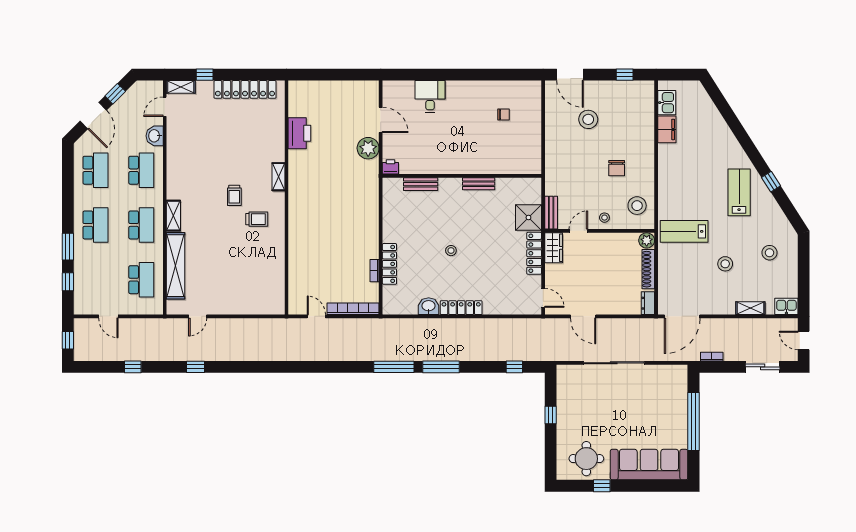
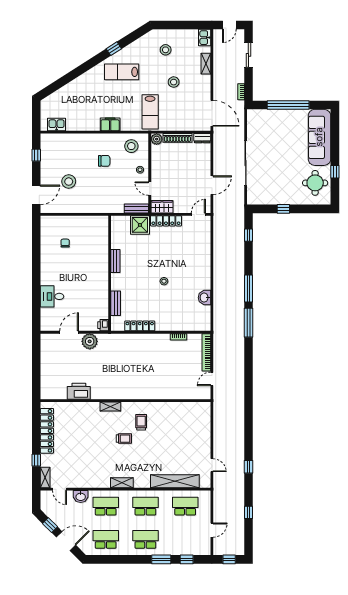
filing cabinet: (667, 129) -> (110, 124), moved
shelving: (173, 216) -> (122, 483), moved
locker: (389, 264) -> (140, 326), moved
locker: (461, 308) -> (205, 274), removed

